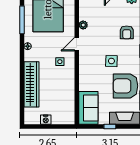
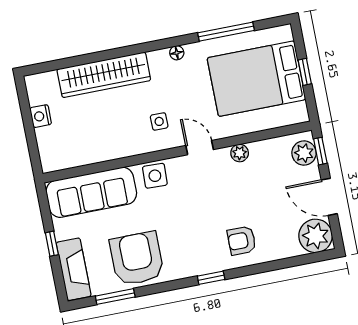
side table: (111, 61) -> (155, 176), moved
sofa: (88, 108) -> (91, 192), width x1.36

